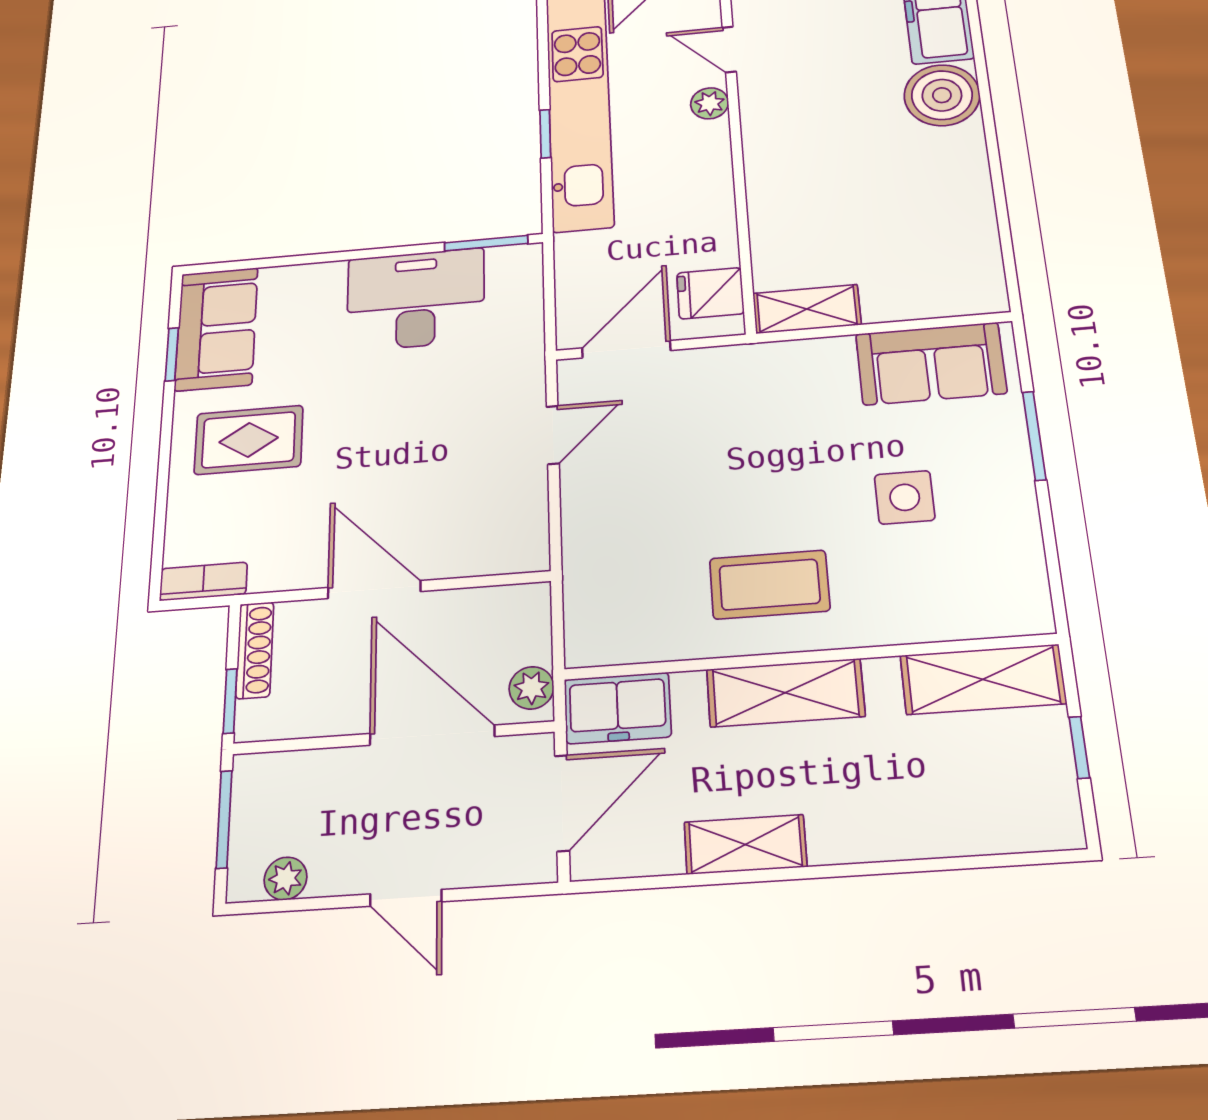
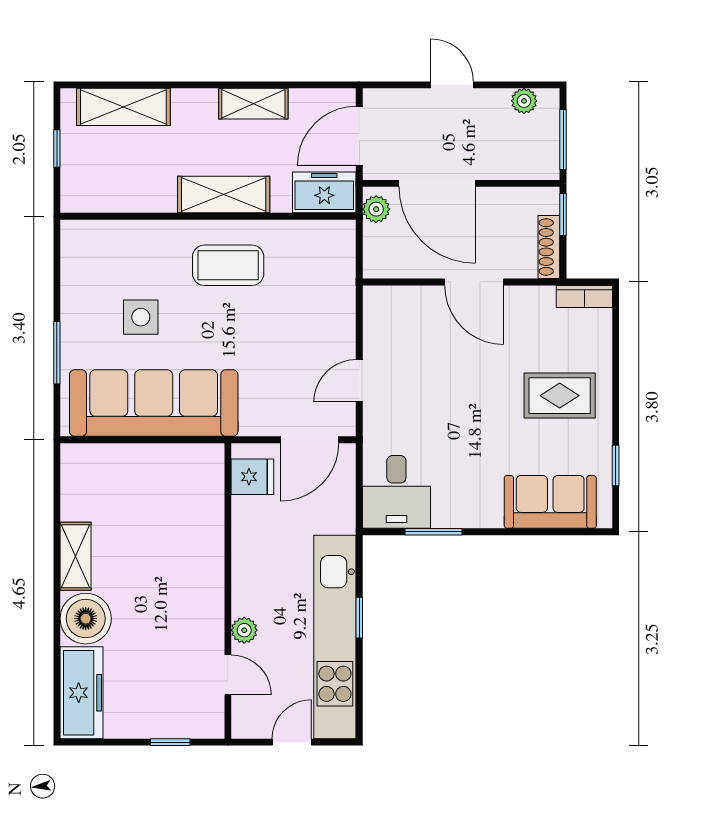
window: (486, 243) -> (434, 532), moved
desk: (416, 299) -> (396, 492), moved, width x0.73
shelving: (807, 309) -> (76, 556), moved, turned 90
sofa: (216, 329) -> (550, 502), moved, turned 90
sofa: (931, 363) -> (154, 403), width x1.85, depth x1.27
shelving: (983, 679) -> (123, 107), moved

